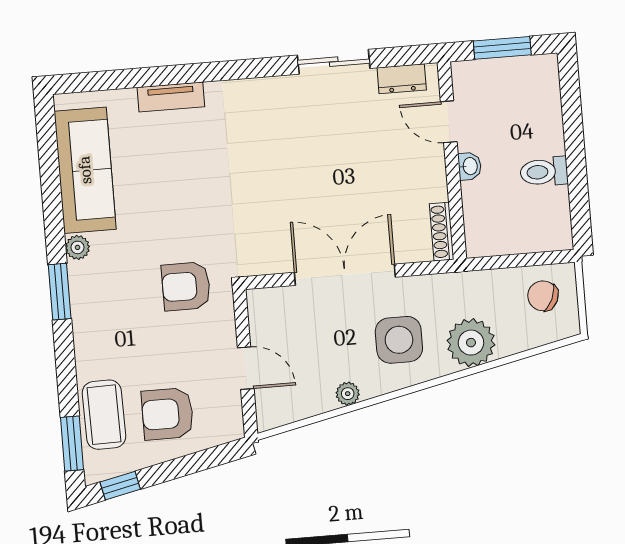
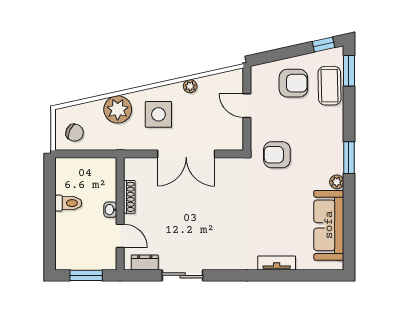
shoe rack: (442, 232) -> (129, 197), moved
armchair: (186, 286) -> (277, 155), turned 180

